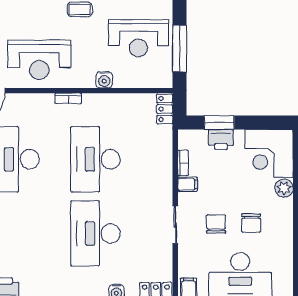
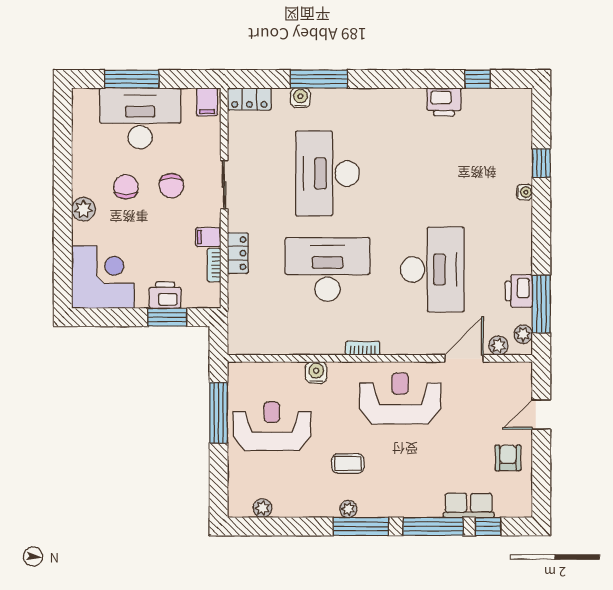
locker: (165, 109) -> (238, 253), moved
desk: (95, 159) -> (327, 269), turned -90
plant: (284, 188) -> (83, 209), moved
desk: (95, 233) -> (327, 173), turned 180

